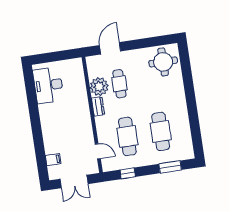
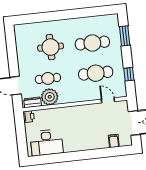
round table: (163, 62) -> (51, 47), moved
printer: (76, 64) -> (29, 117), added
dresser: (98, 106) -> (33, 102), moved
door: (98, 151) -> (108, 100), hinge flipped

